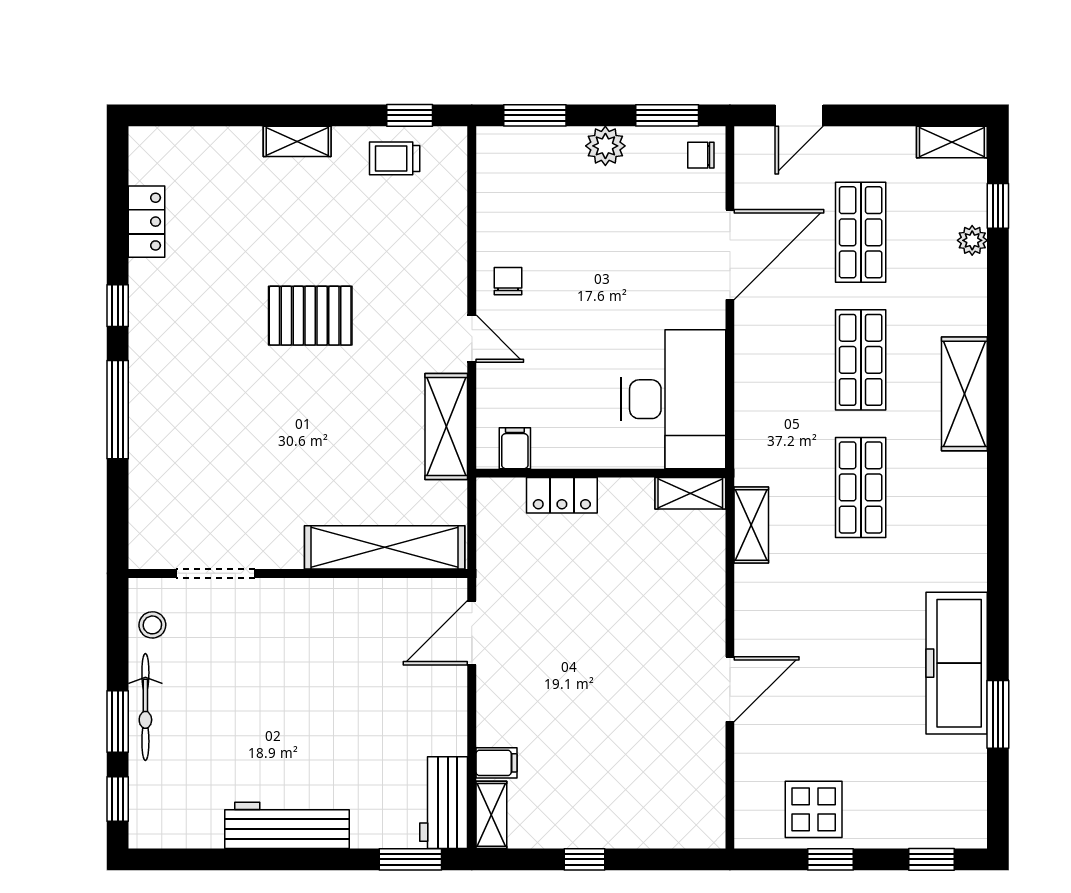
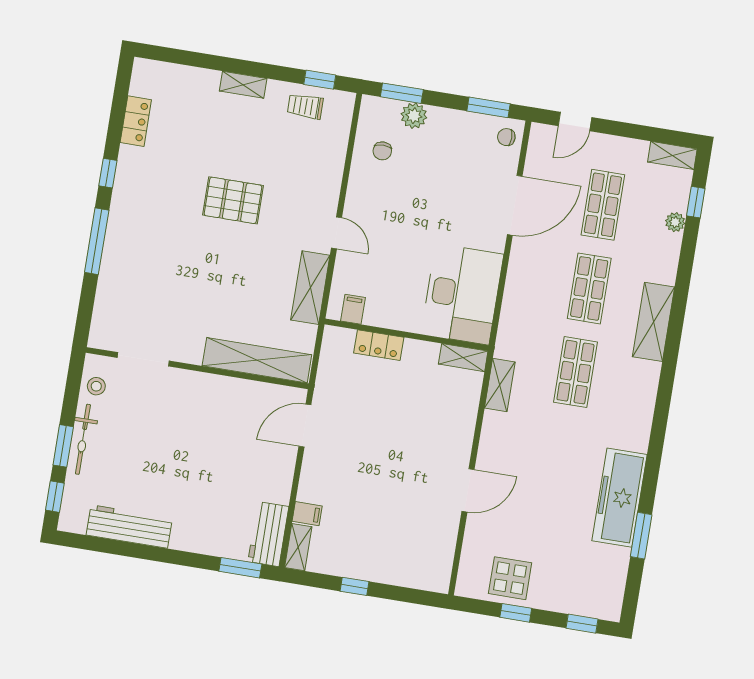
plant: (605, 146) -> (414, 116), moved
chair: (508, 281) -> (382, 151), moved, turned 180
workbench: (287, 825) -> (129, 527), moved

